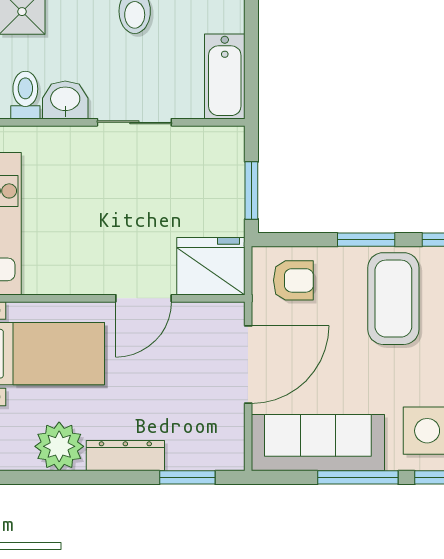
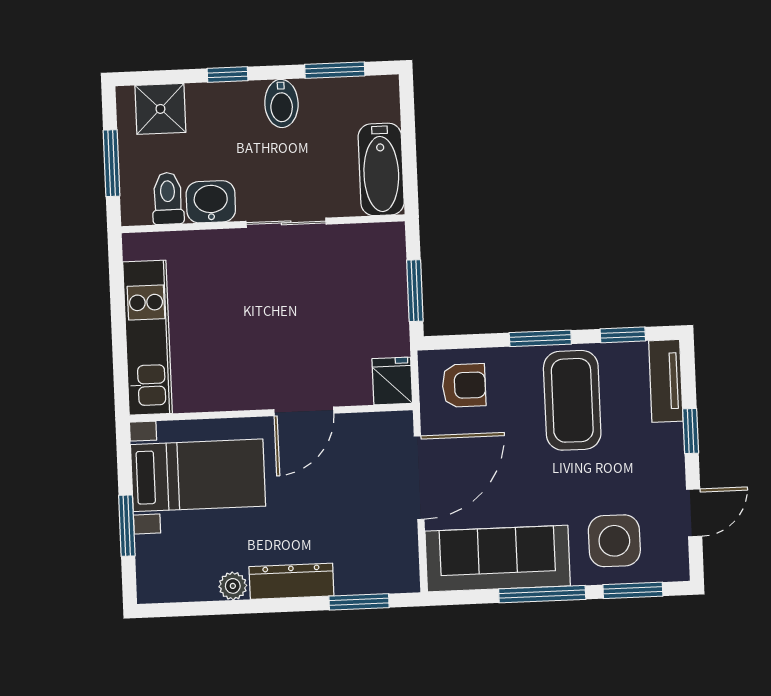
fridge: (211, 266) -> (392, 381), width x0.53, depth x0.75
plant: (59, 446) -> (233, 586), width x0.53, depth x0.53

